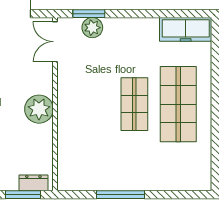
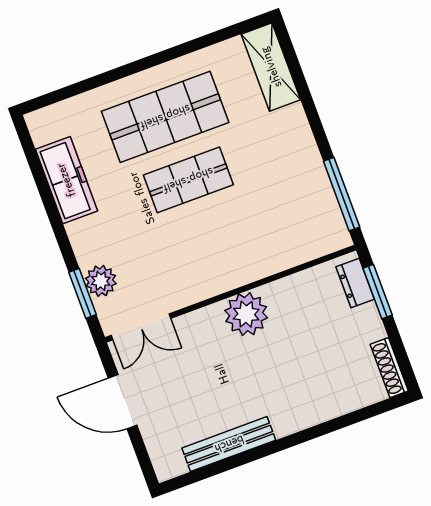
freezer: (186, 29) -> (66, 180), moved
shelving: (185, 180) -> (271, 67), added
window: (121, 195) -> (342, 194), moved

